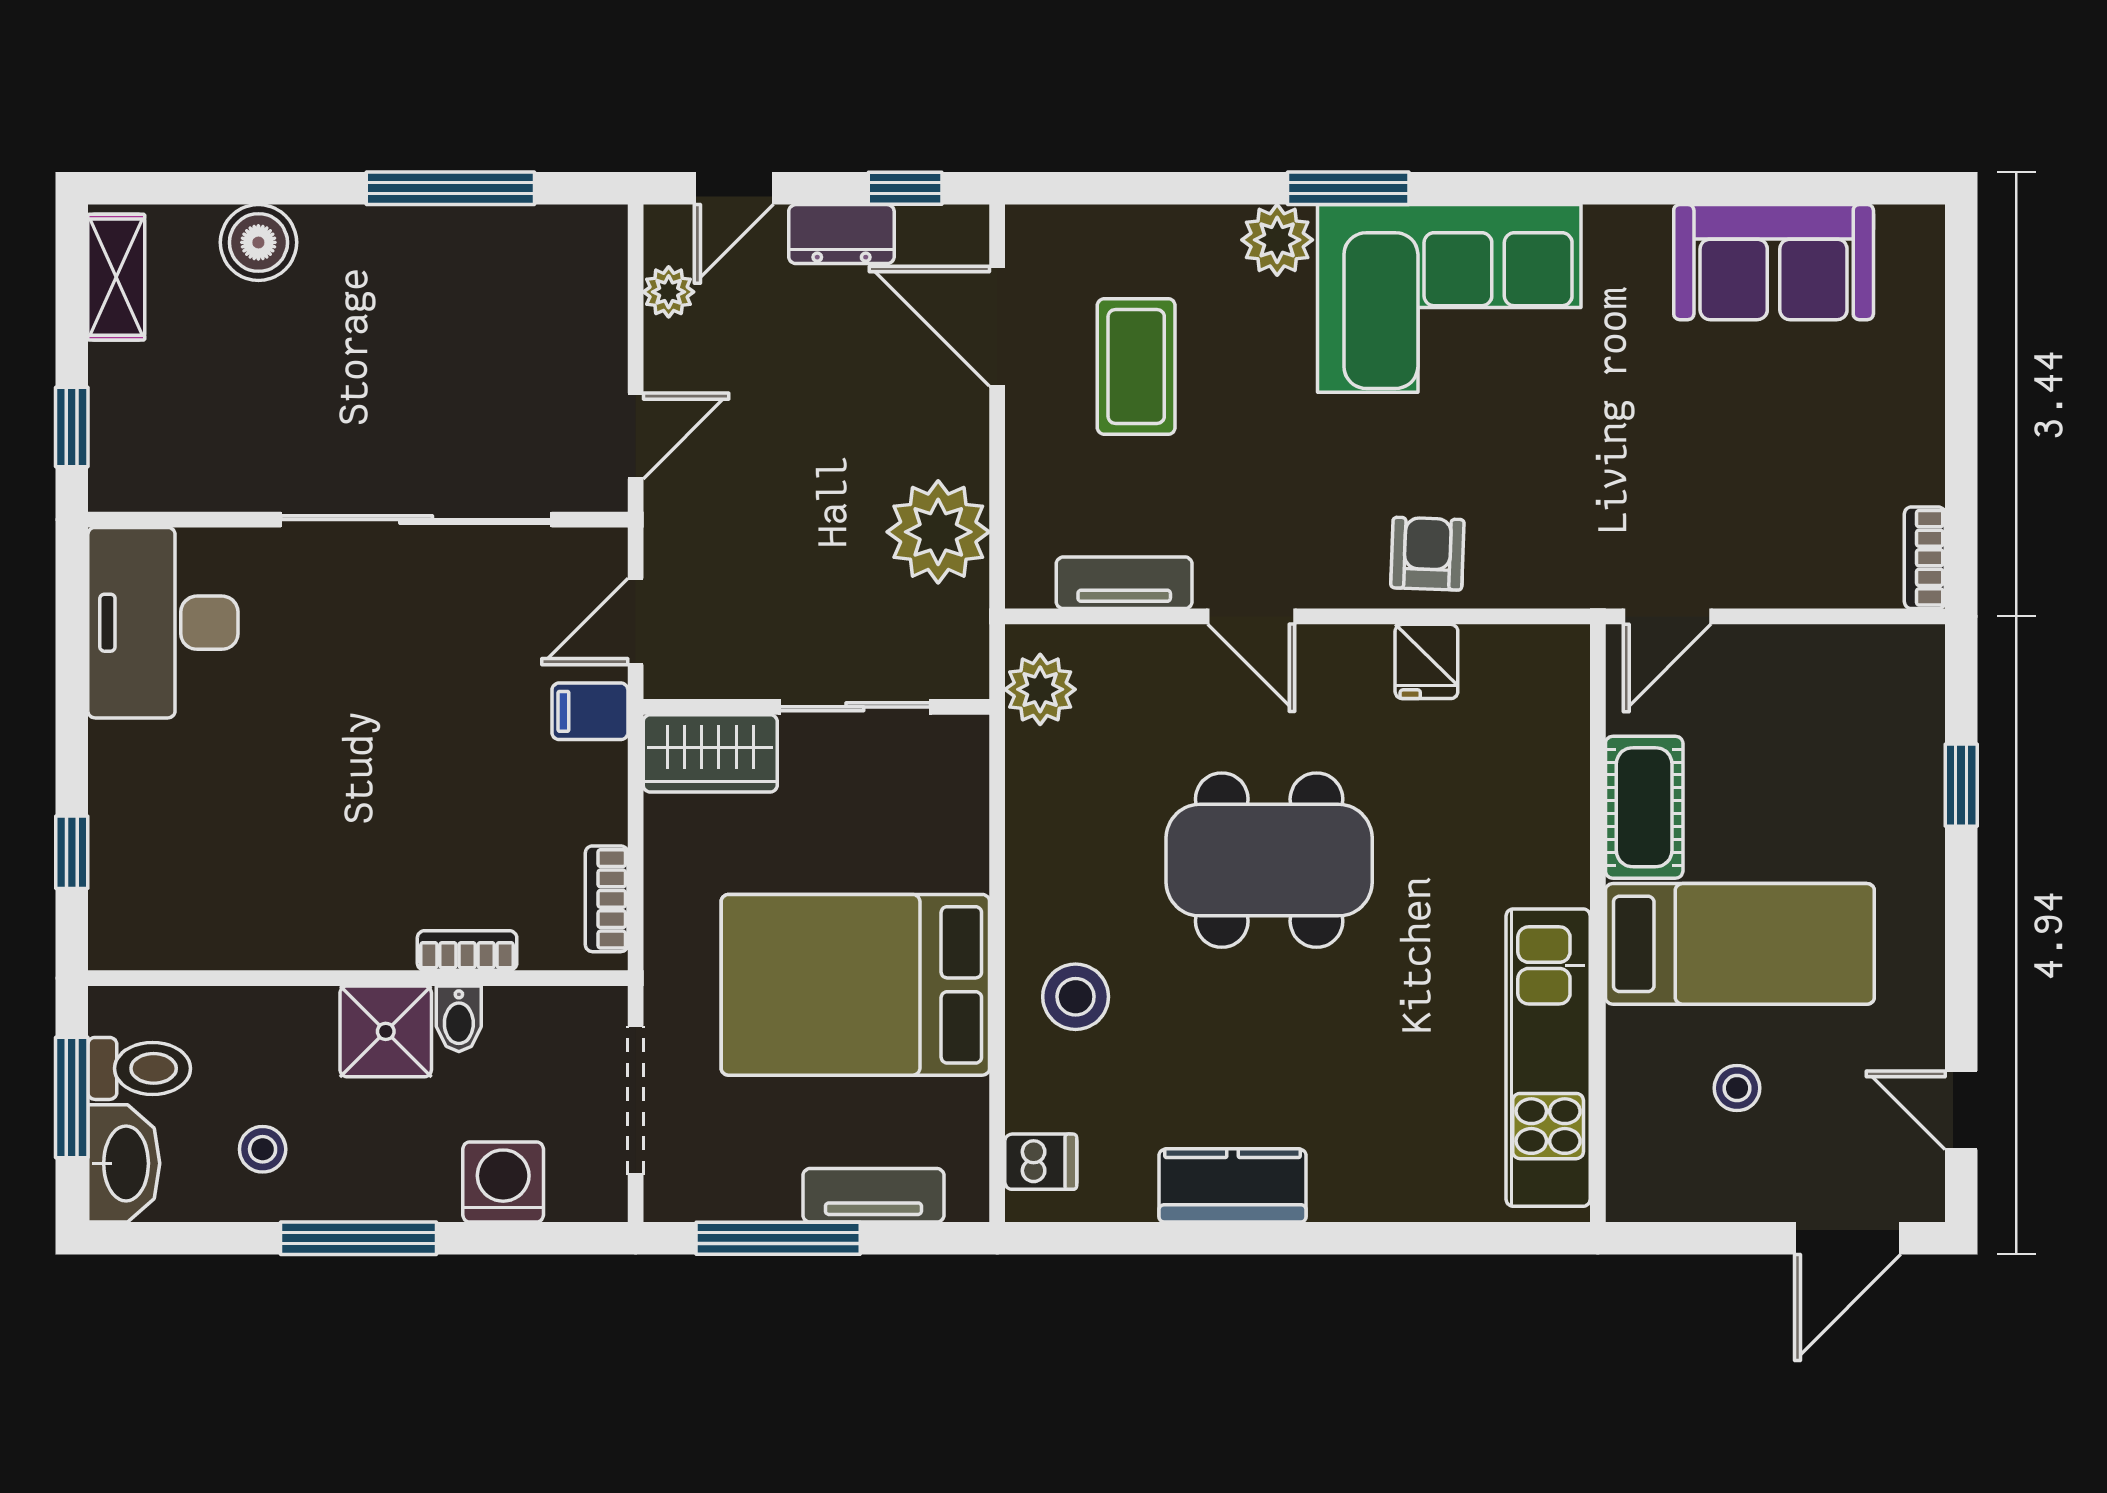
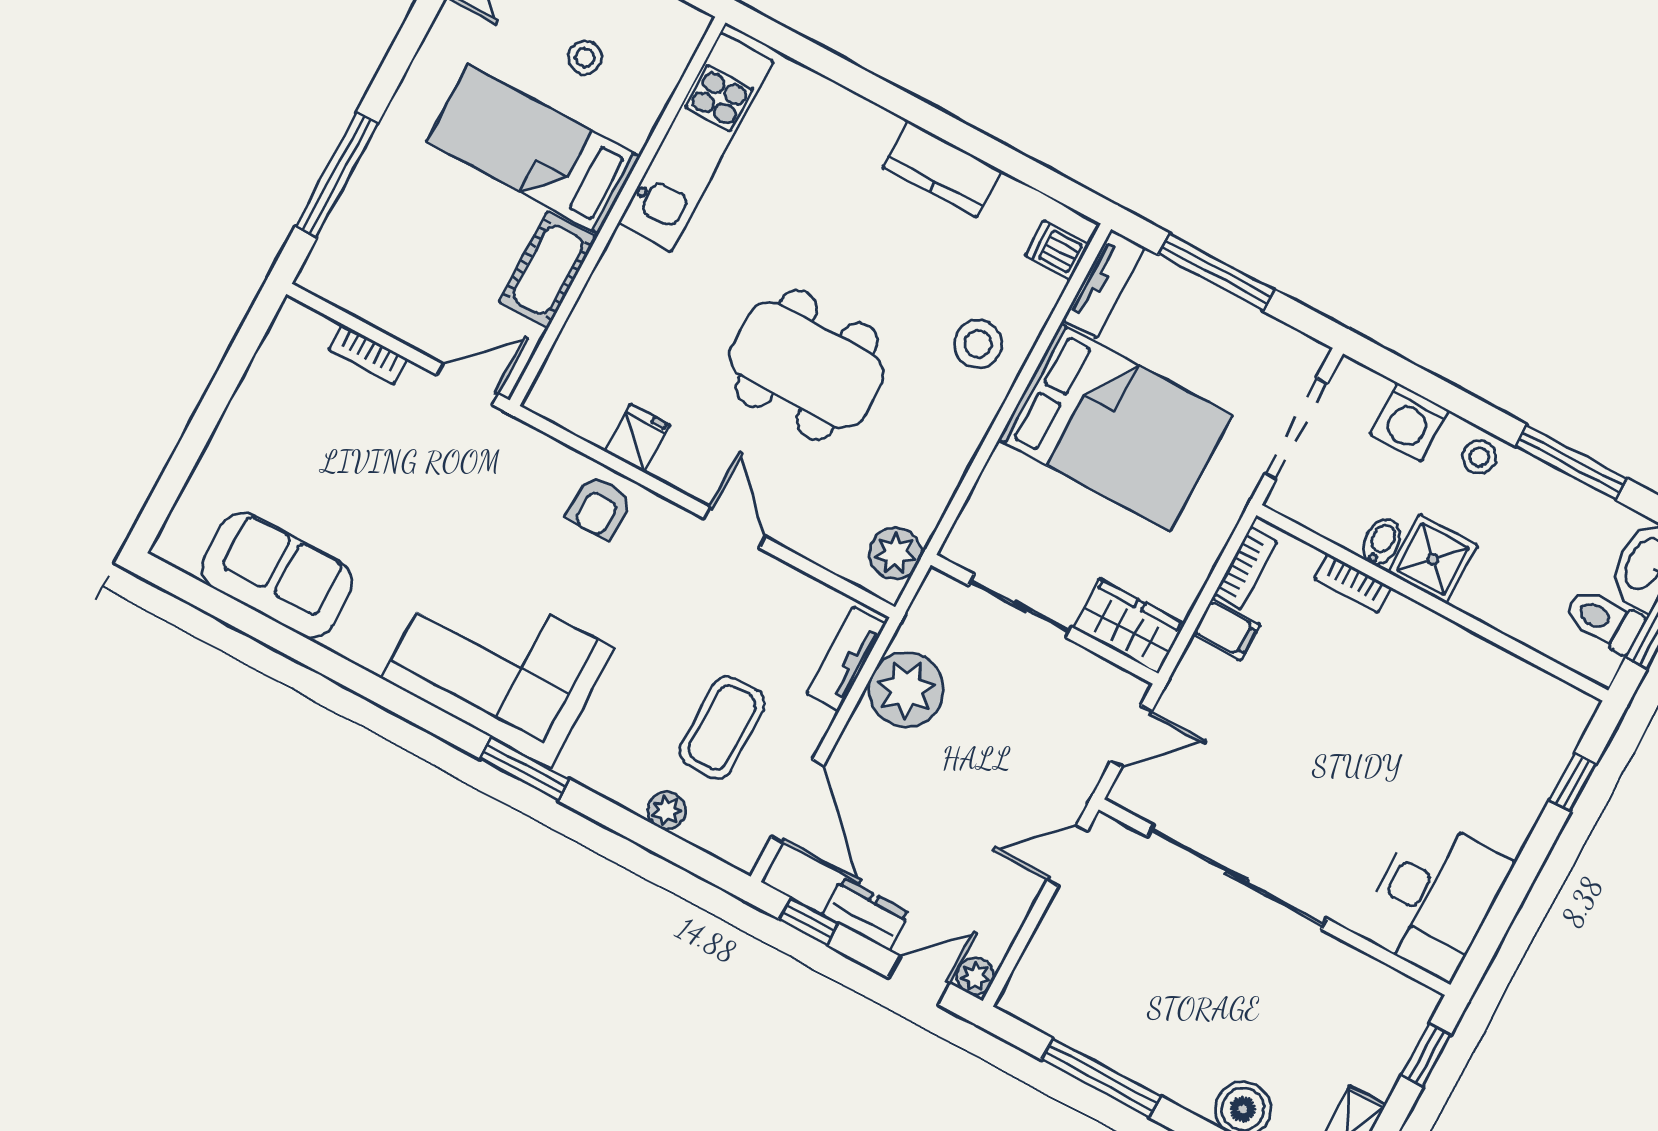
plant: (1277, 240) -> (667, 810), moved, width x0.73, depth x0.73
plant: (669, 292) -> (975, 976), moved
bookcase: (1925, 558) -> (368, 354), moved, turned 90
tv unit: (1124, 583) -> (846, 659), moved, turned 90
filing cabinet: (590, 711) -> (1226, 629), moved
window: (1961, 785) -> (337, 175), width x2.17
stool: (263, 1149) -> (1479, 457), moved
tv unit: (873, 1195) -> (1104, 284), moved, turned -90
window: (358, 1238) -> (1571, 462), moved
window: (778, 1238) -> (1217, 272), moved

